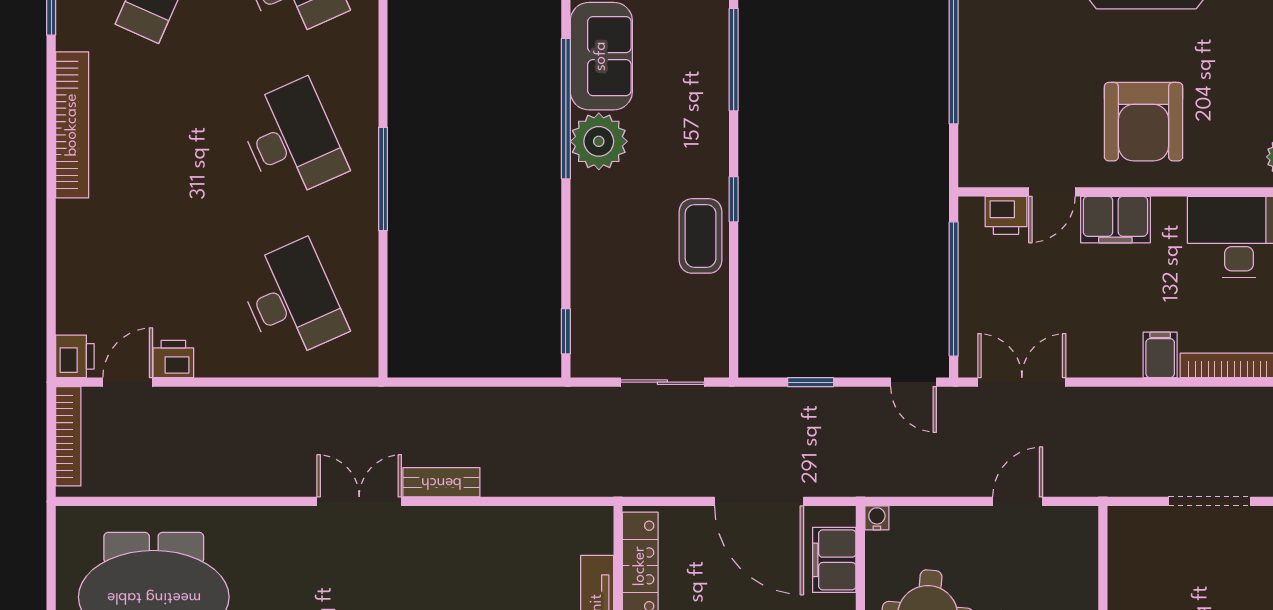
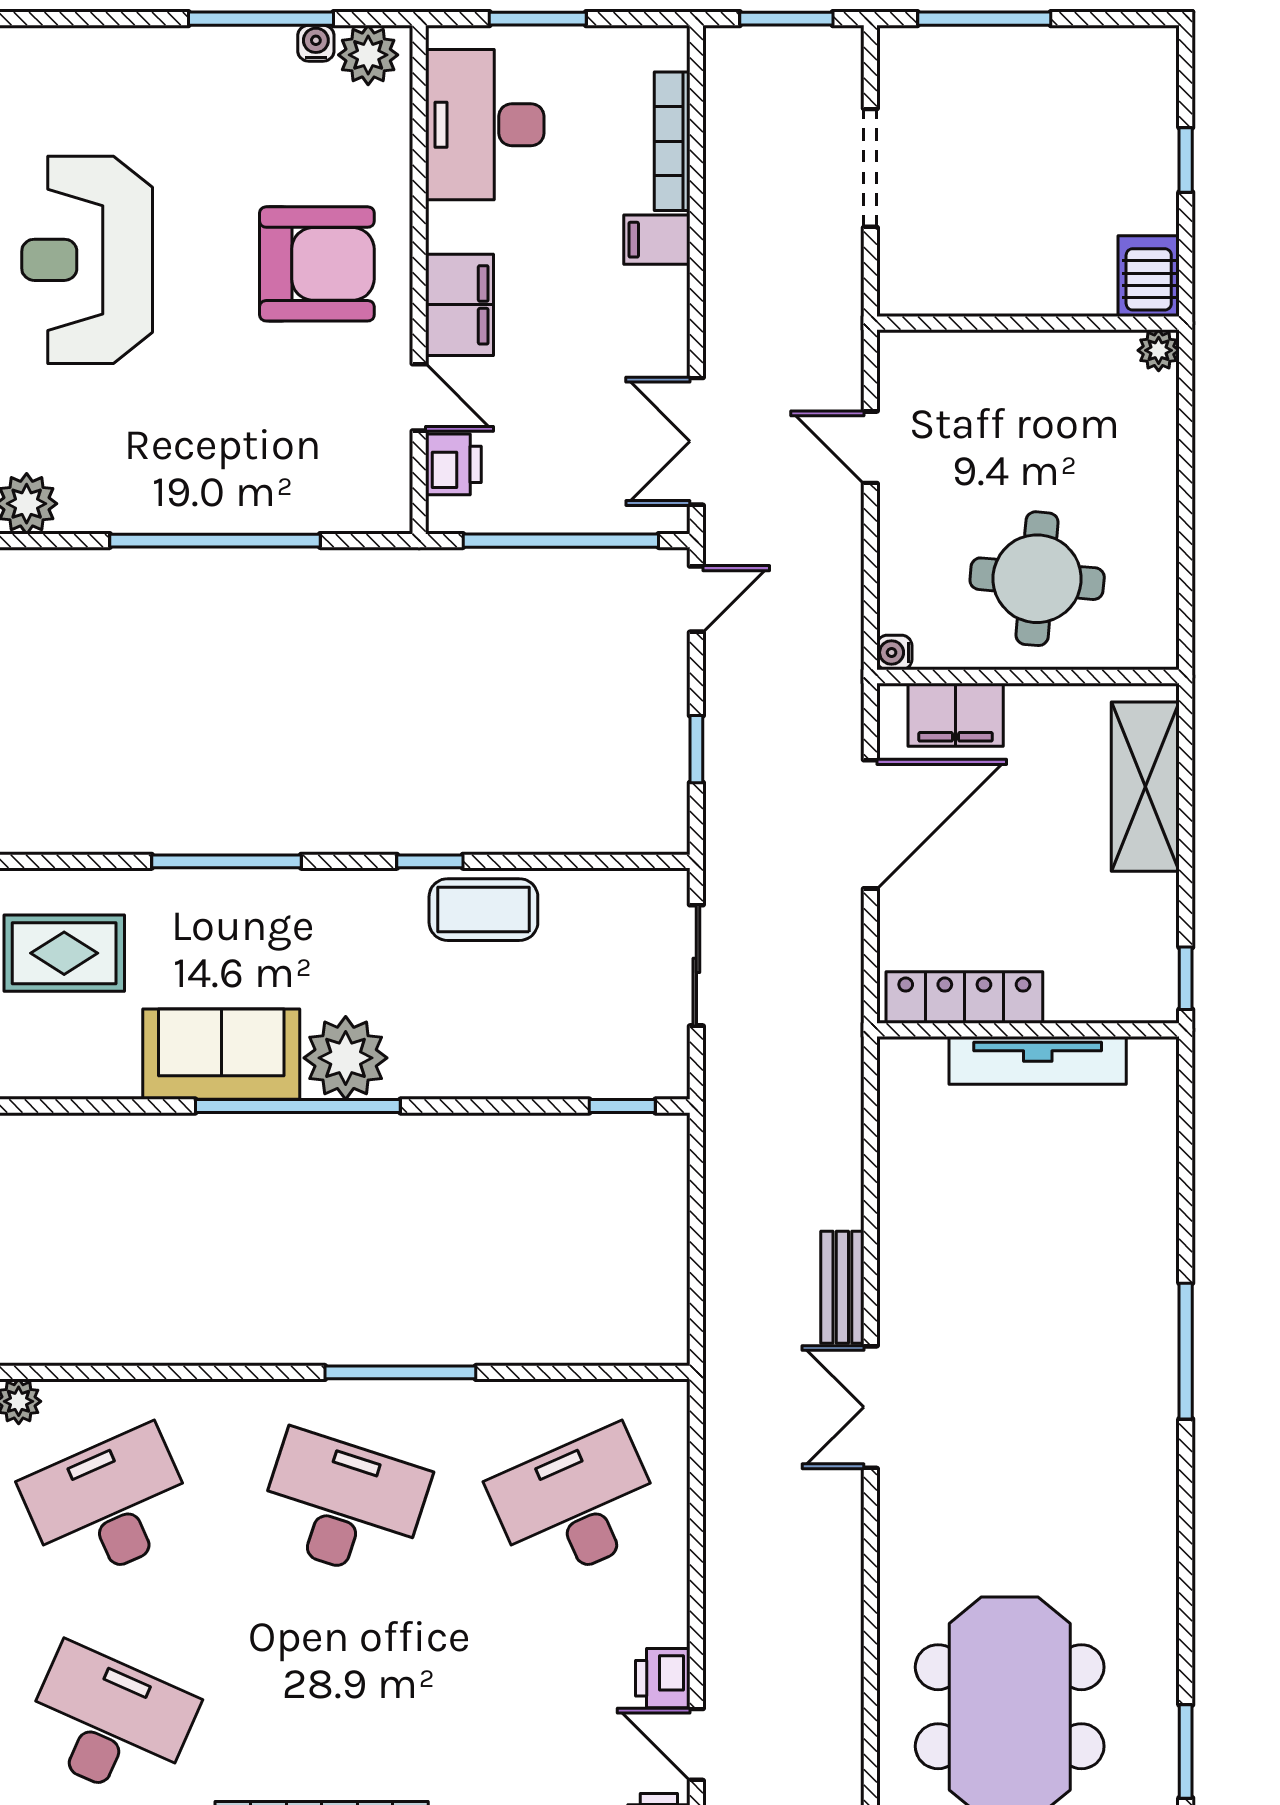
desk: (292, 140) -> (343, 1505), turned 42

